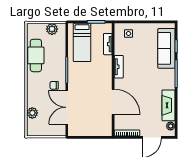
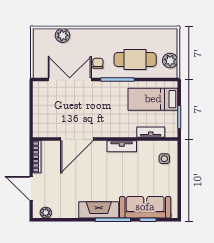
cafe table: (36, 55) -> (135, 60), moved
fireplace: (169, 105) -> (99, 210), moved

